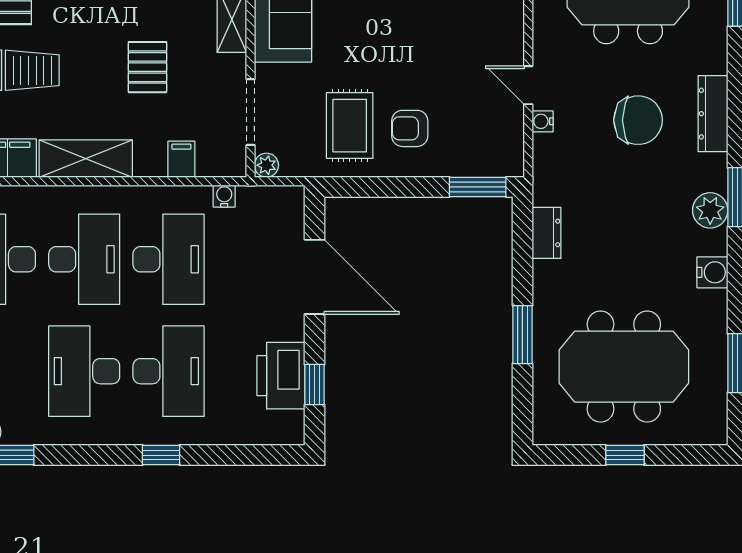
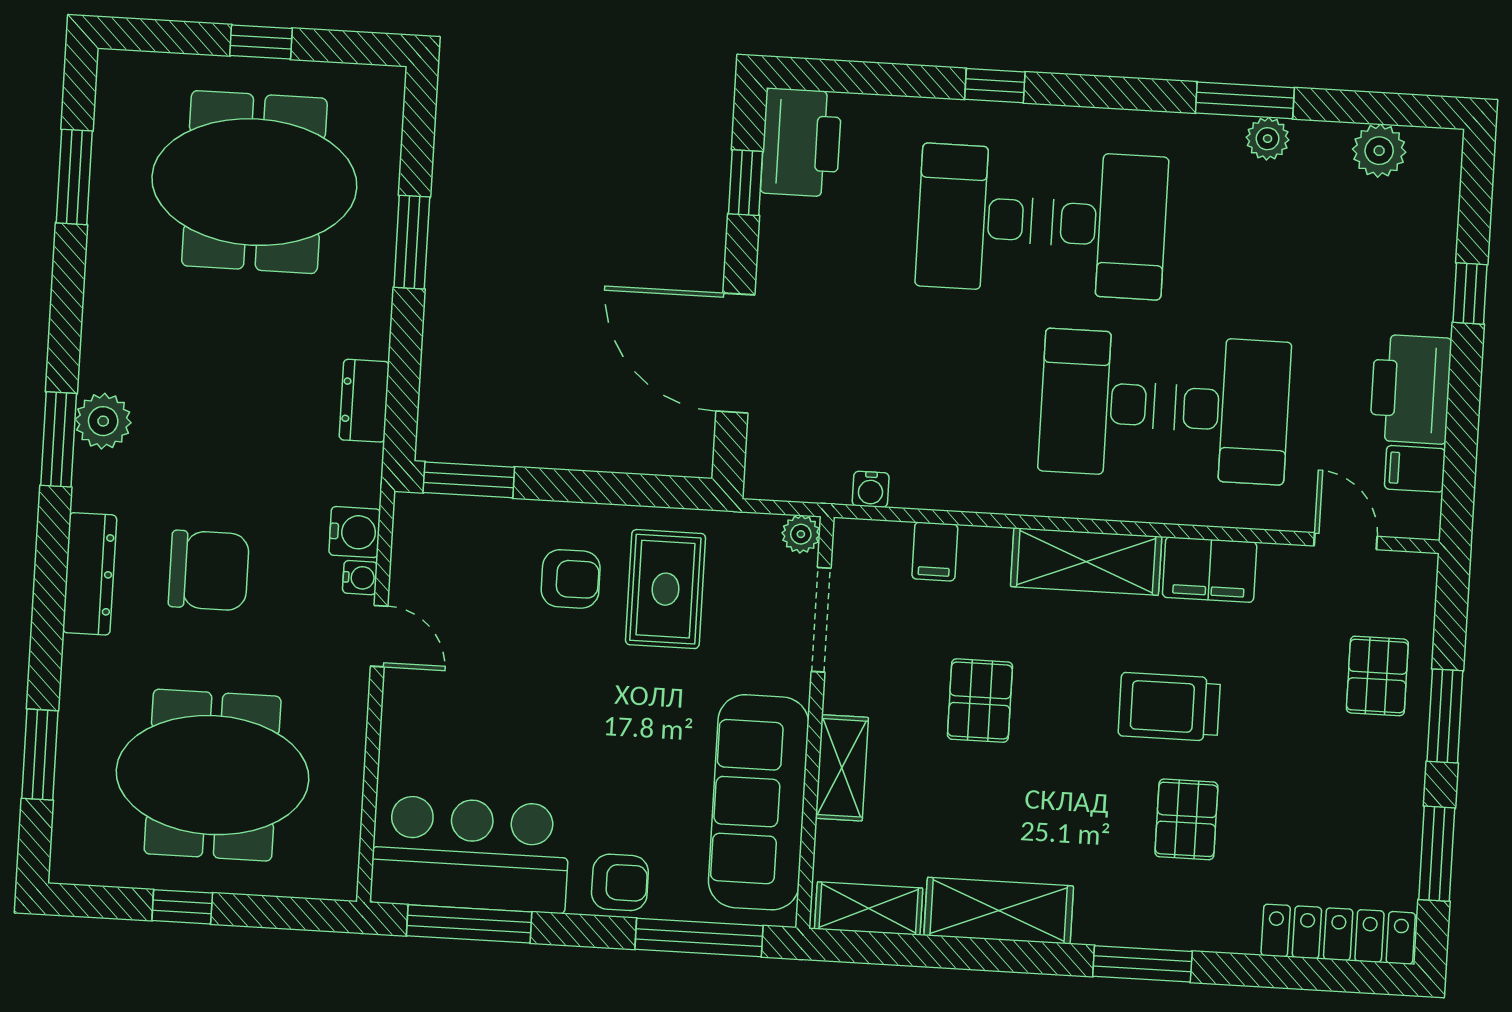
chair: (638, 120) -> (209, 570), turned 180
desk: (168, 259) -> (965, 395), removed
water cooler: (712, 272) -> (355, 532), moved, turned 180
printer: (281, 376) -> (801, 143), moved

